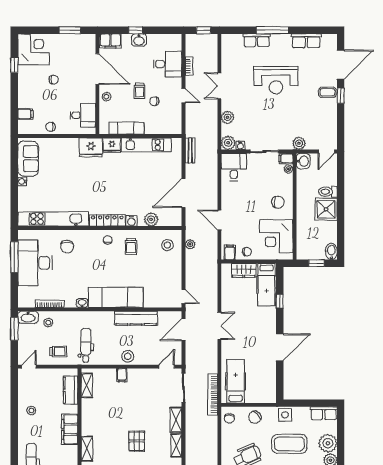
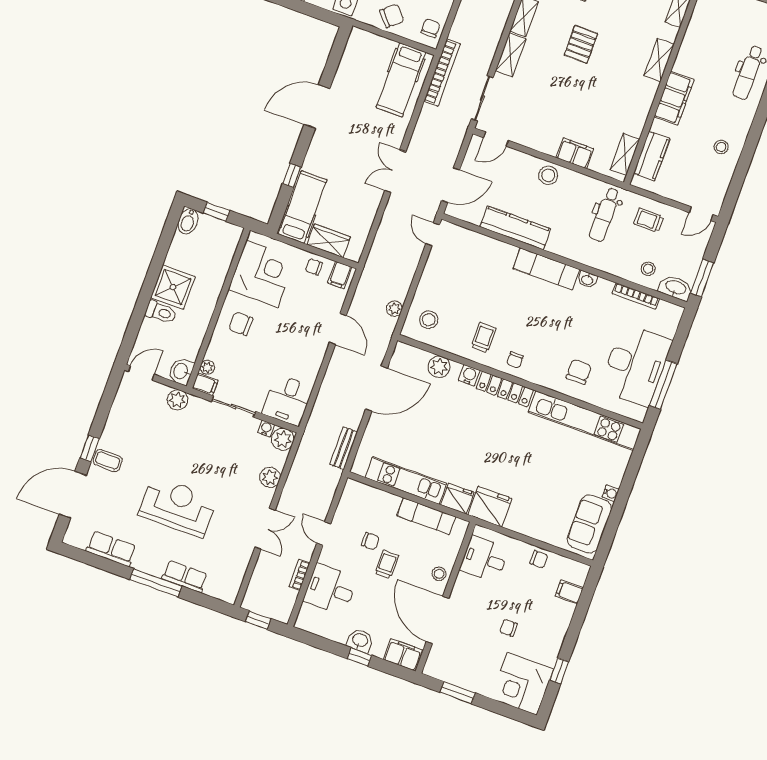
exam couch: (116, 297) -> (546, 269), width x0.73, depth x0.69
filing cabinet: (122, 375) -> (575, 153), width x2.00

